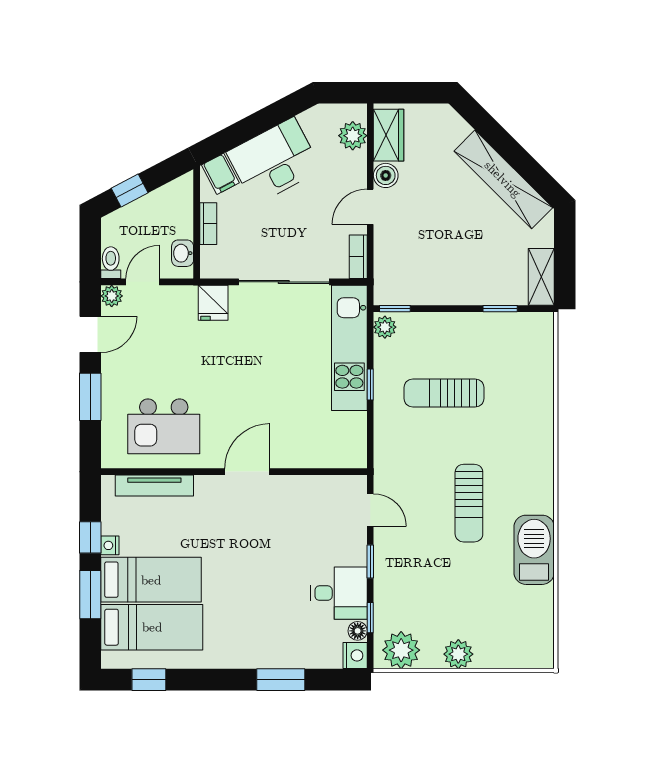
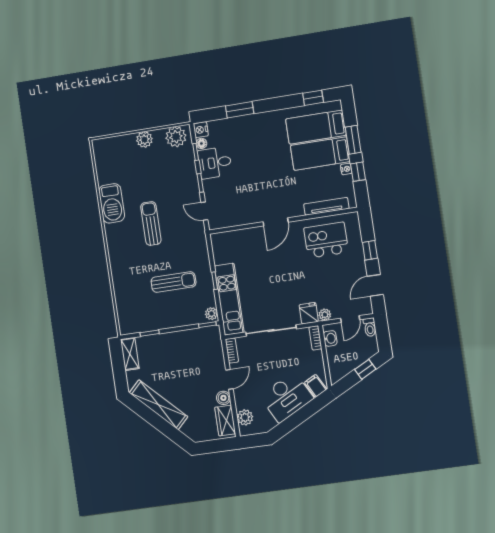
bookcase: (208, 224) -> (315, 338), moved
plant: (112, 296) -> (325, 315), moved
window: (90, 397) -> (370, 250), width x0.67

